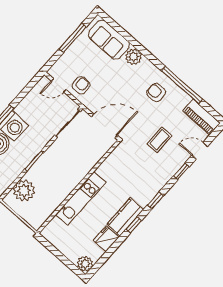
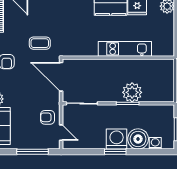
window: (73, 38) -> (32, 152), moved
coffee table: (159, 140) -> (40, 43), moved
plant: (24, 191) -> (132, 92), moved

